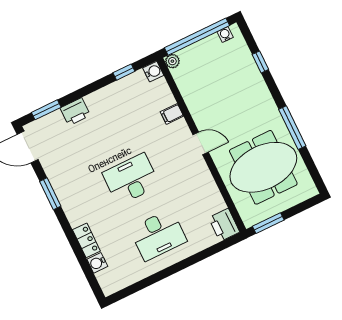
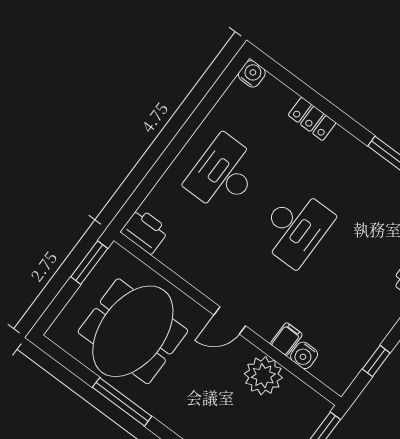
plant: (172, 61) -> (263, 376), moved, width x1.87, depth x1.87
water cooler: (153, 72) -> (304, 355), moved
water cooler: (97, 263) -> (252, 74), moved

